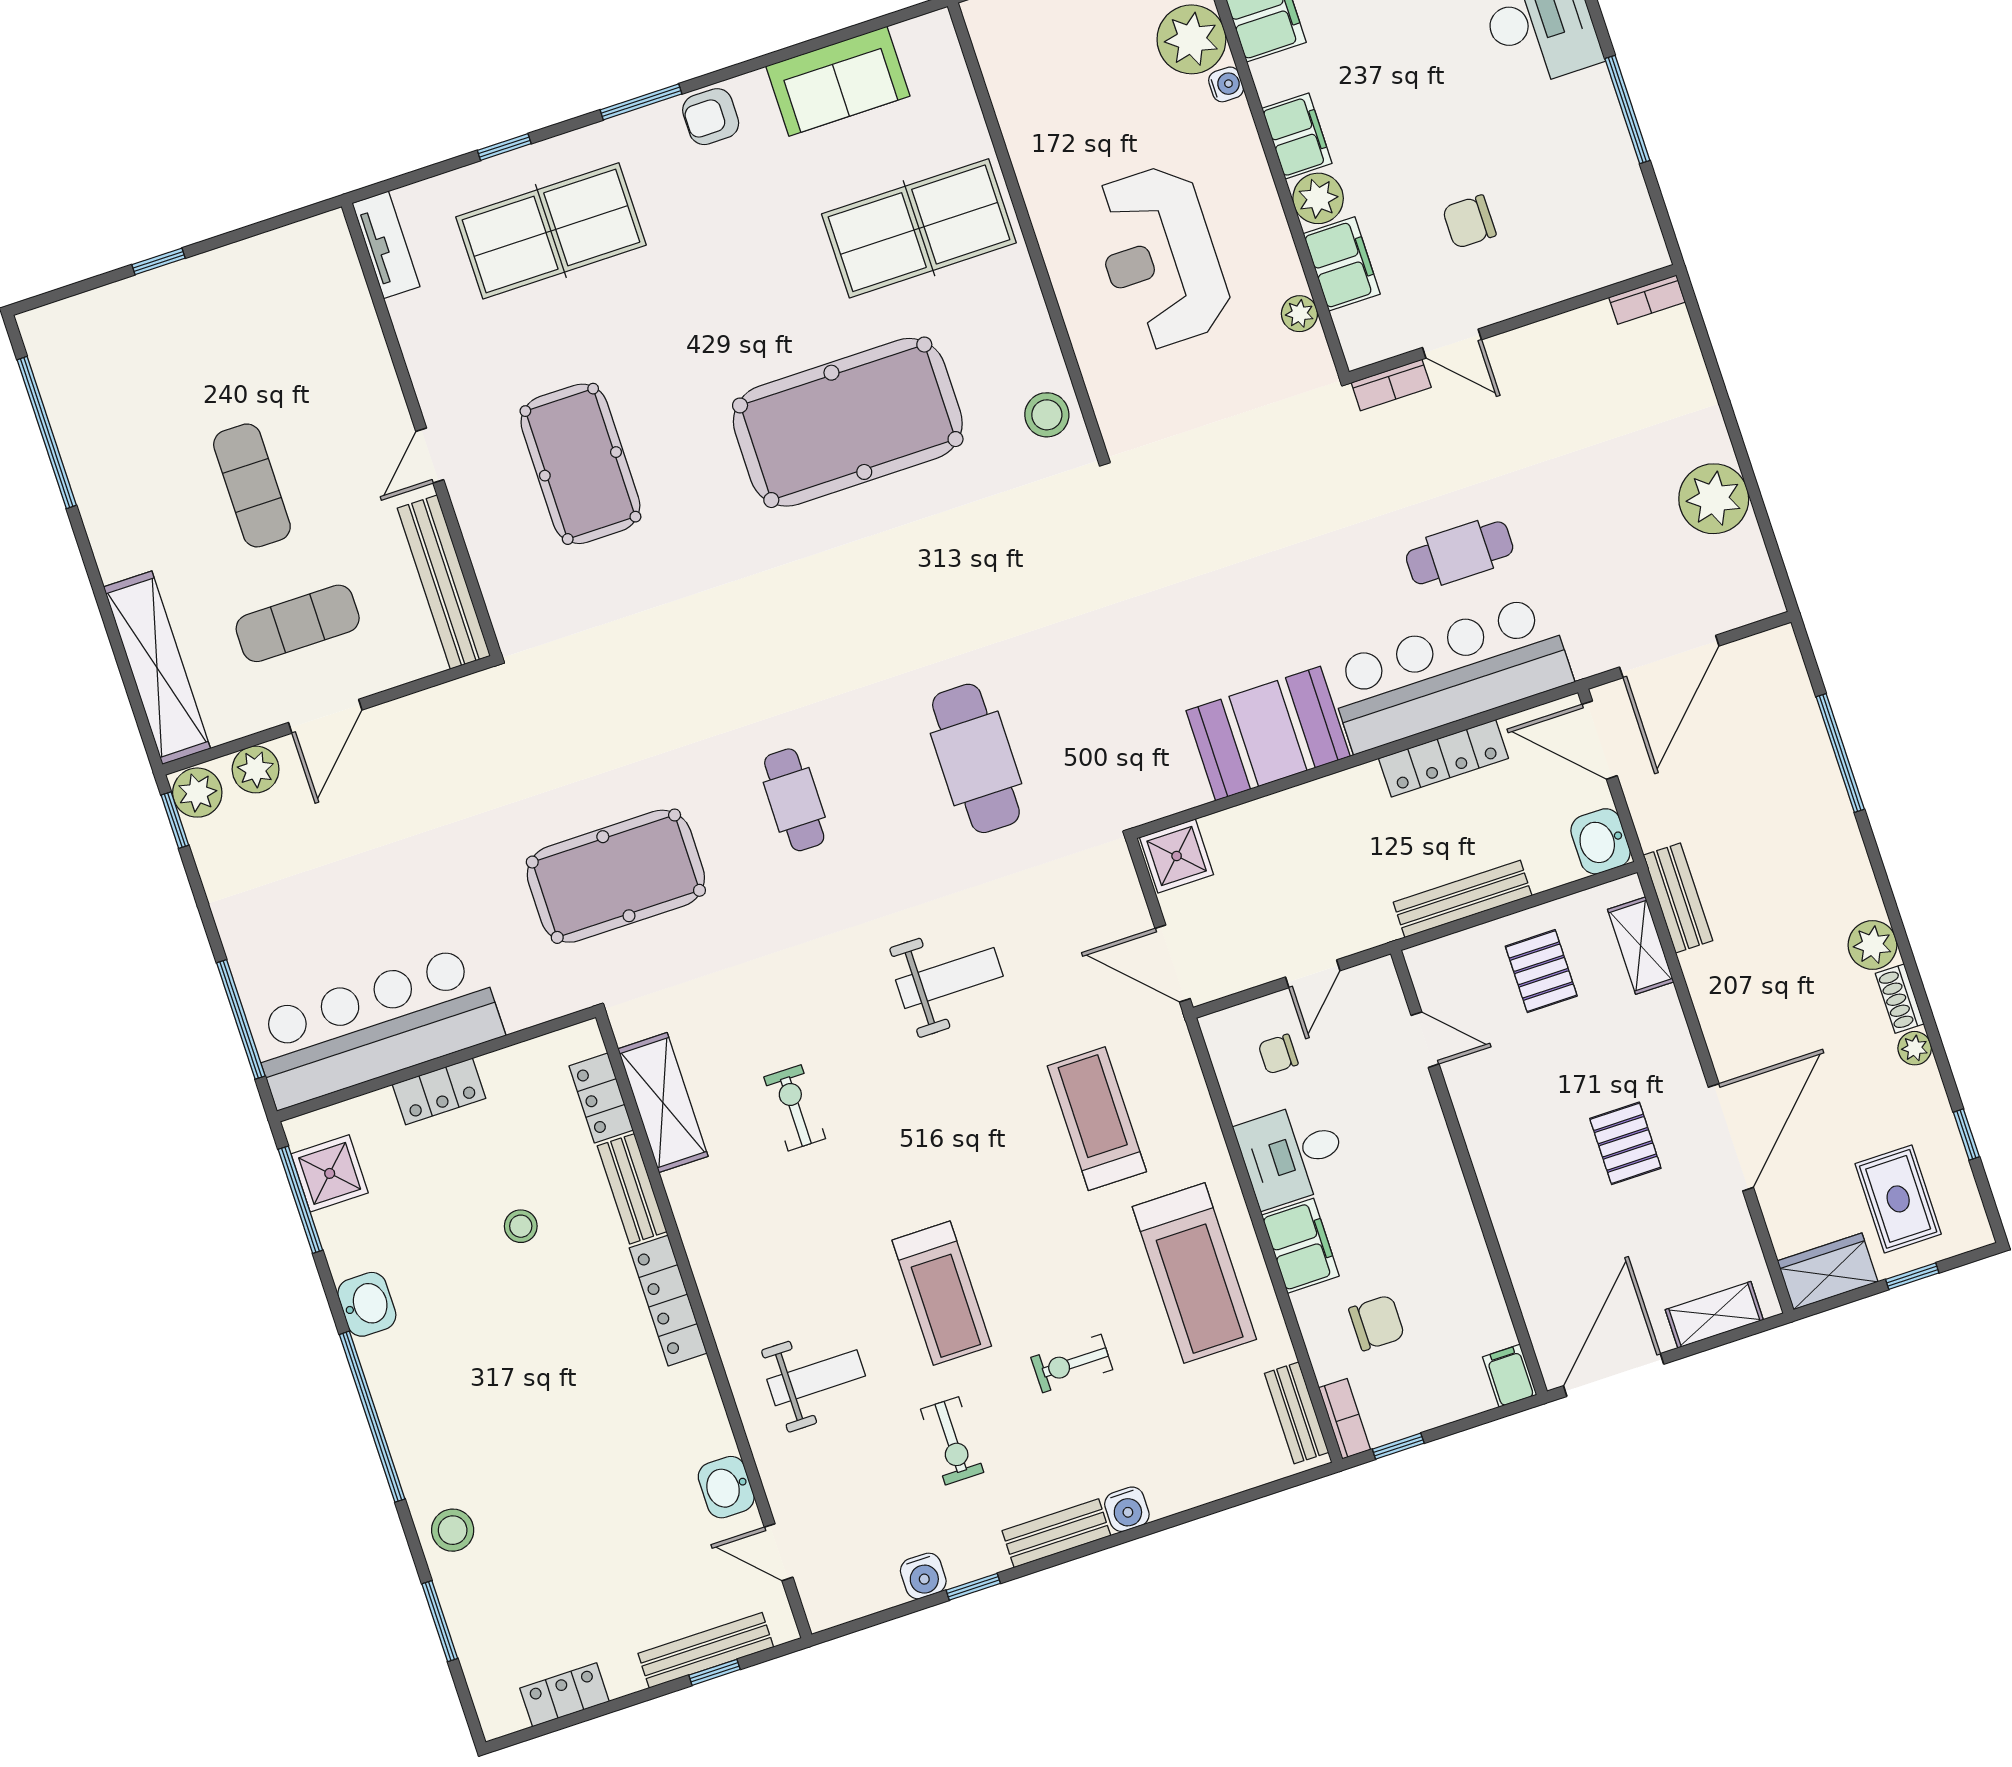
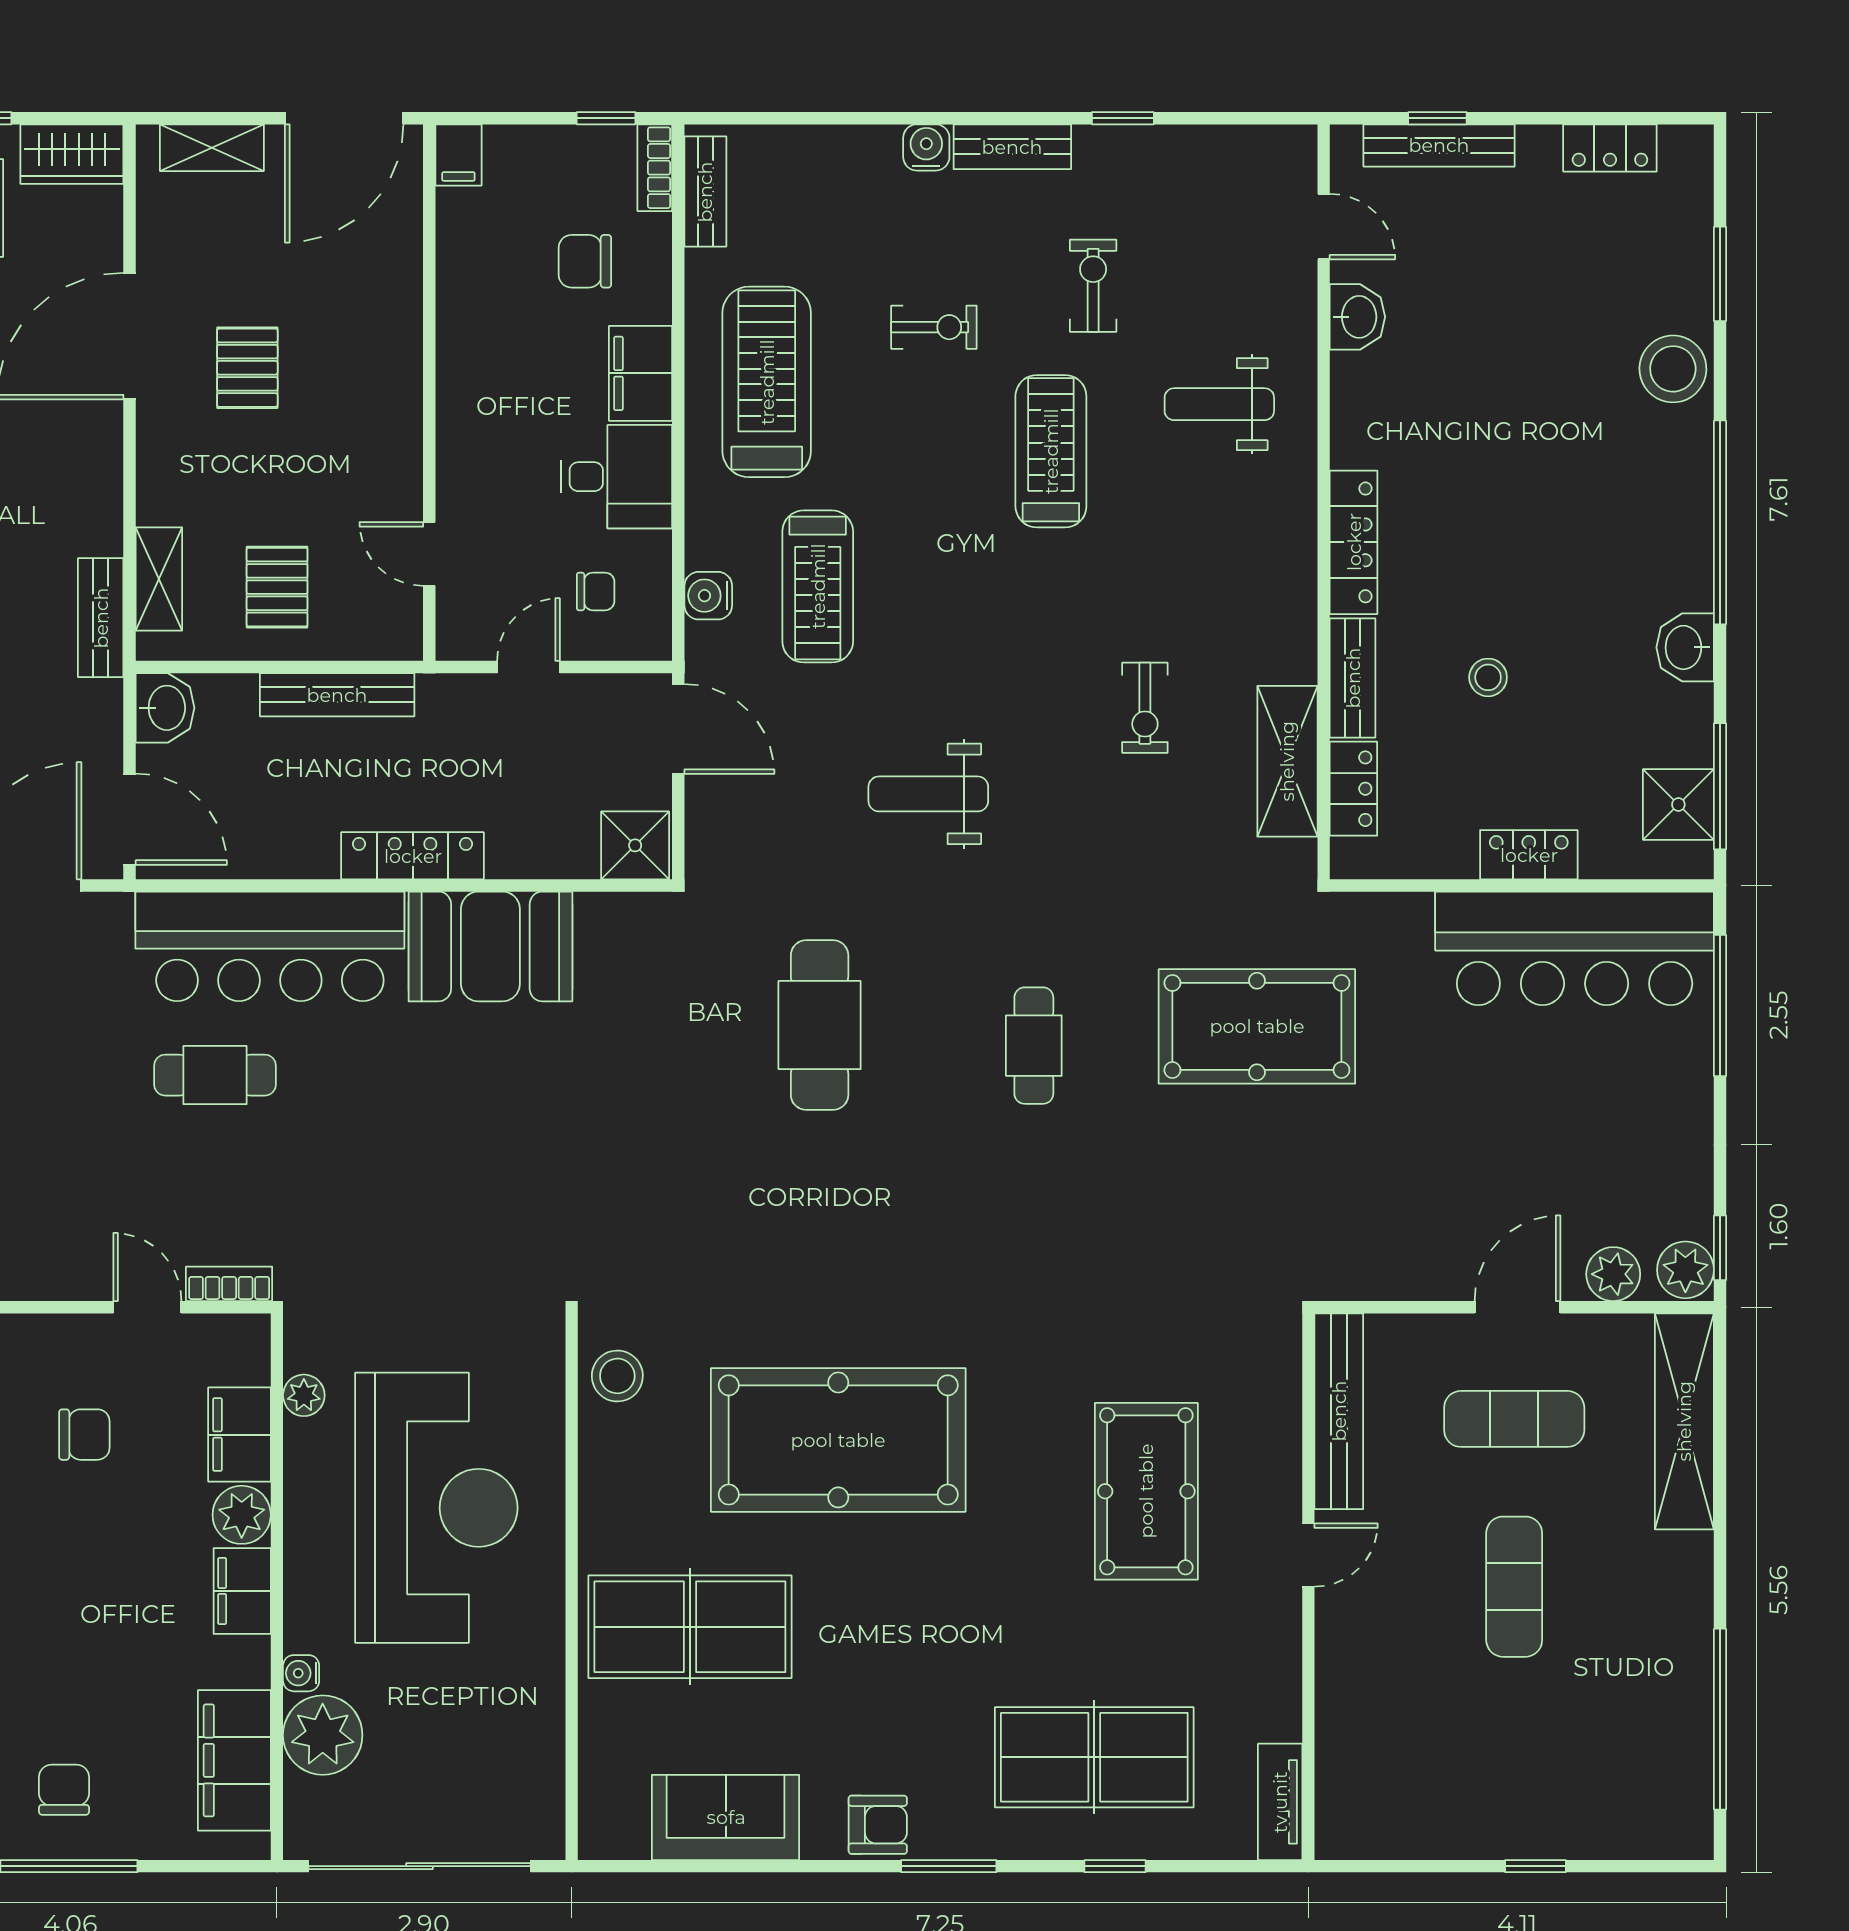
reception desk: (1160, 257) -> (436, 1508), width x1.36, depth x1.30
locker: (1443, 758) -> (413, 856), moved
stool: (453, 1530) -> (1673, 369), width x1.38, depth x1.38
water cooler: (923, 1576) -> (708, 596), moved, turned -90

